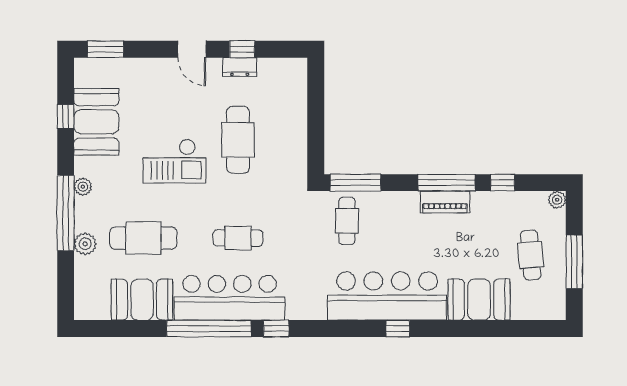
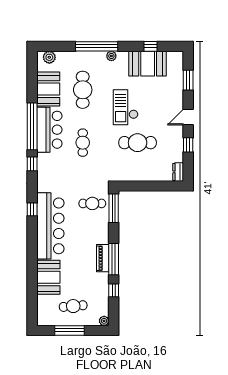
window: (105, 49) -> (188, 80), moved
dresser: (240, 67) -> (178, 172), moved
plant: (85, 244) -> (49, 57), moved
bar counter: (230, 298) -> (49, 130), width x0.73
window: (398, 329) -> (32, 209), moved

